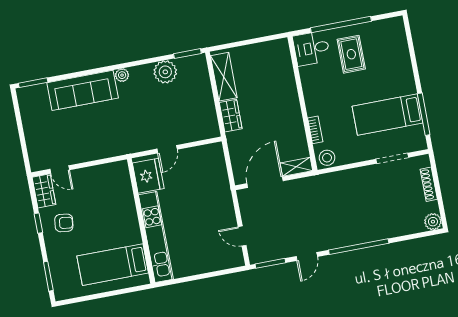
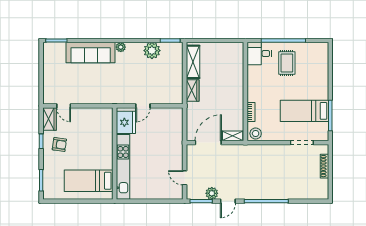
plant: (433, 222) -> (212, 193), moved

